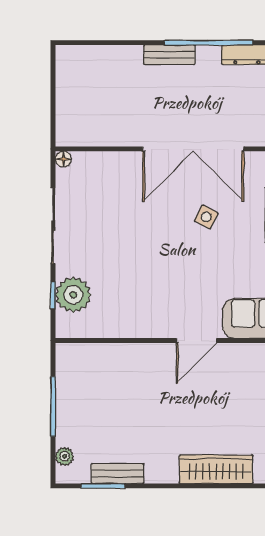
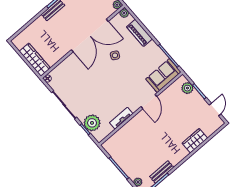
wardrobe: (69, 111) -> (35, 60), added
tv unit: (128, 328) -> (121, 118), added
wardrobe: (216, 469) -> (195, 141), width x0.67

